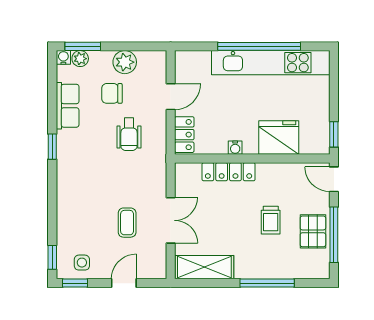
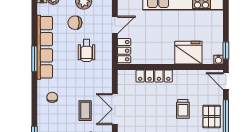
row of seats: (68, 106) -> (45, 47), width x2.02
window: (52, 147) -> (34, 59), width x1.50
water cooler: (235, 148) -> (219, 60), moved
chair: (79, 203) -> (52, 97), added
double door: (171, 220) -> (115, 109), swing flipped

